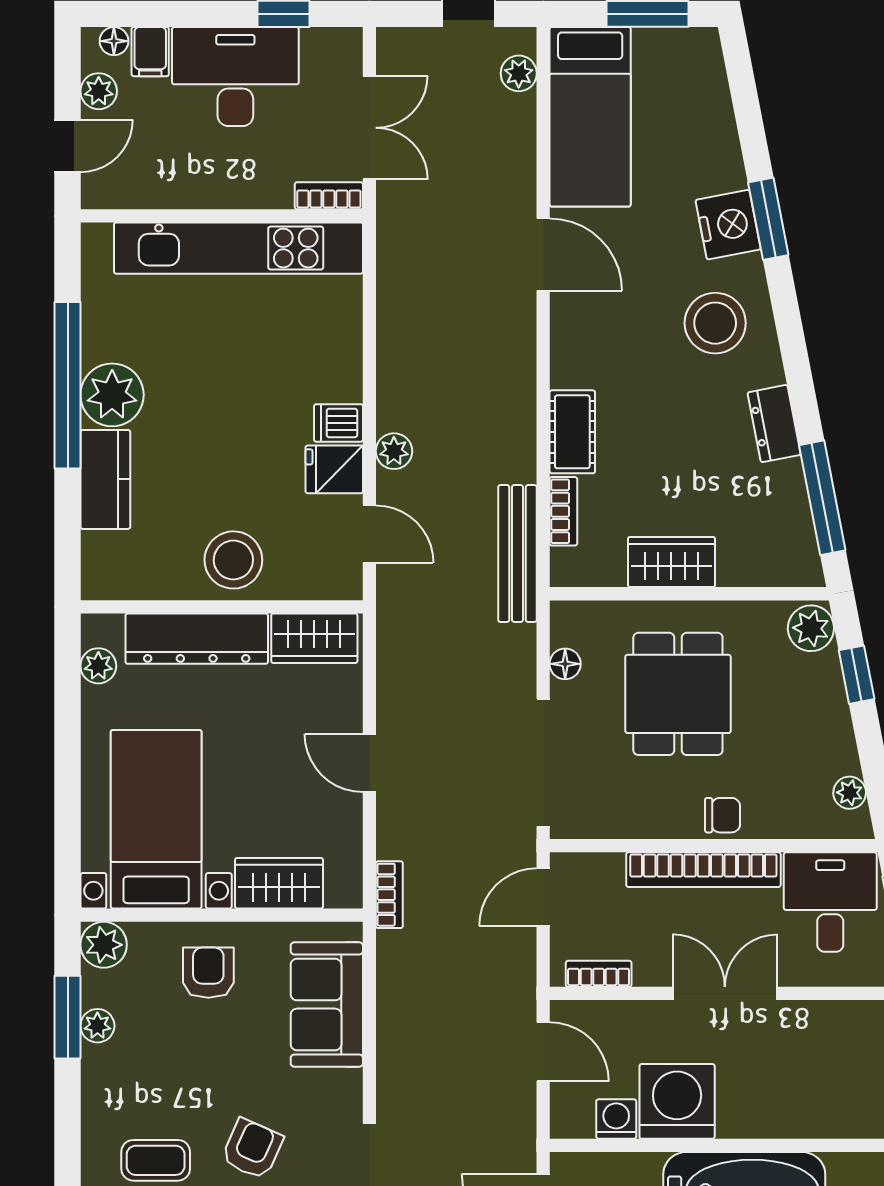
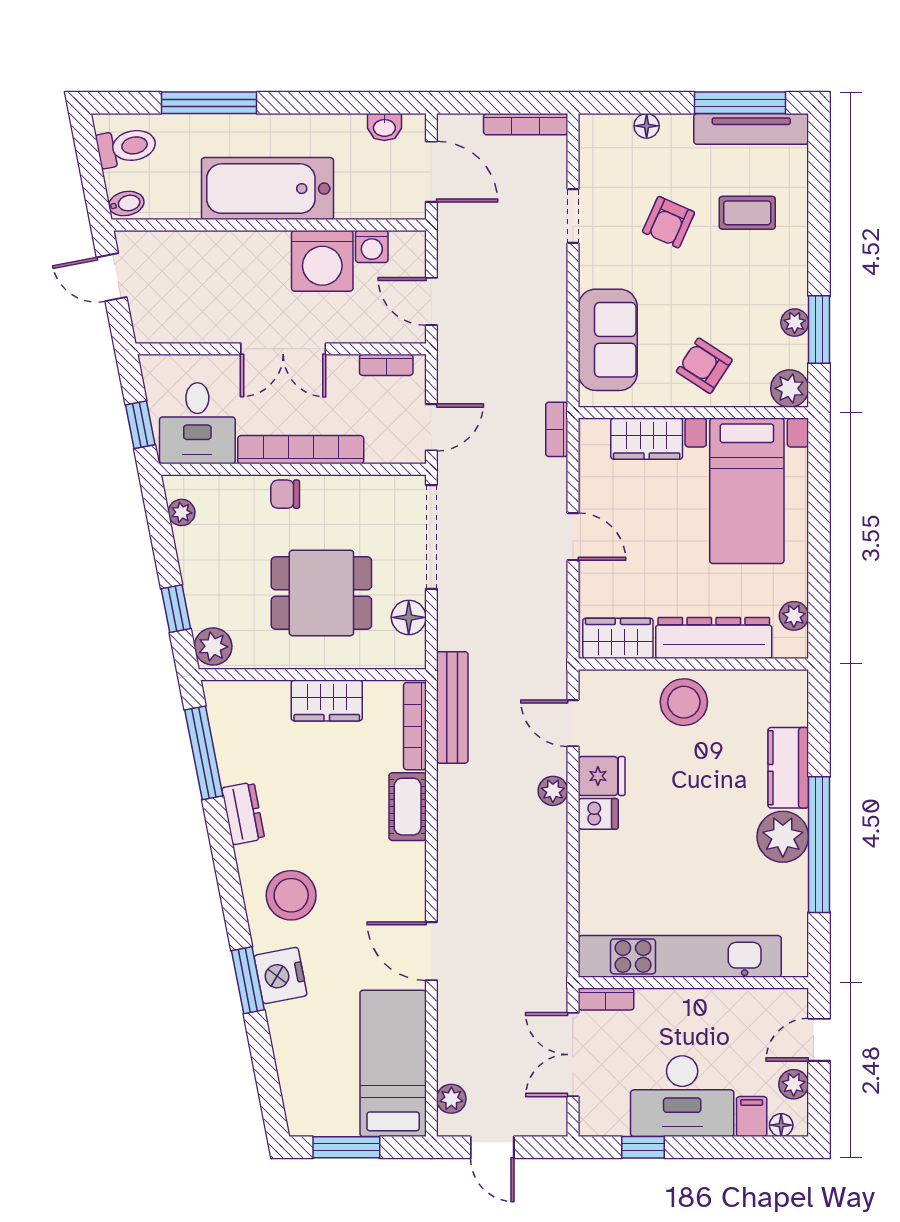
bookcase: (563, 511) -> (415, 726), width x1.56
floor lamp: (565, 664) -> (409, 617), width x1.37, depth x1.37
dining table: (678, 694) -> (321, 593), turned 90
armchair: (208, 973) -> (704, 366), turned 123

